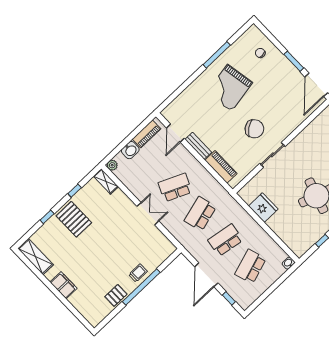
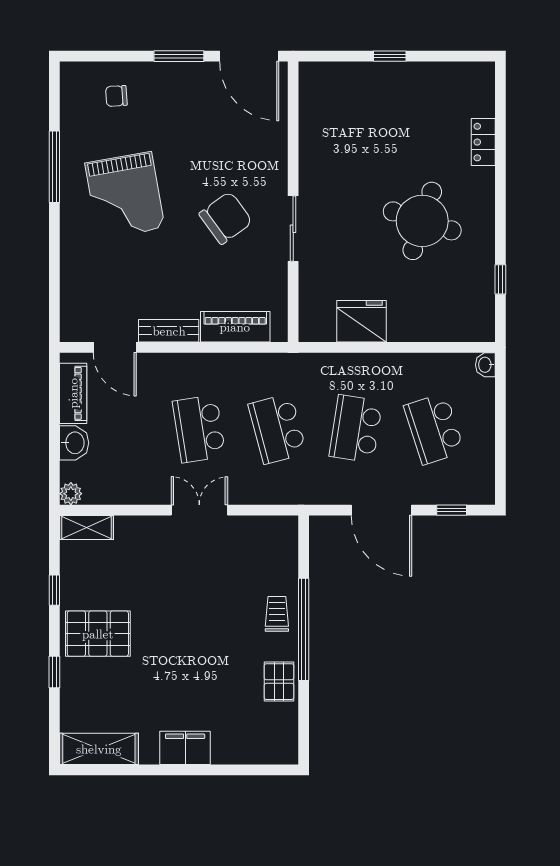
school desk: (175, 187) -> (199, 429), turned -33

